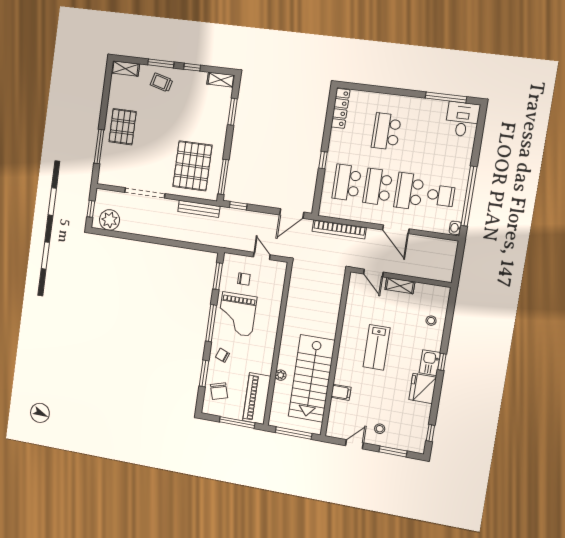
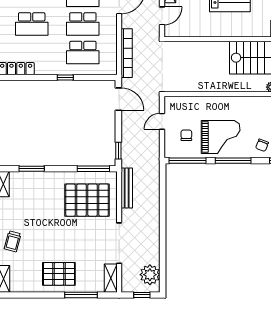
shelving: (111, 179) -> (111, 278), added
window: (218, 276) -> (188, 161), width x1.44

